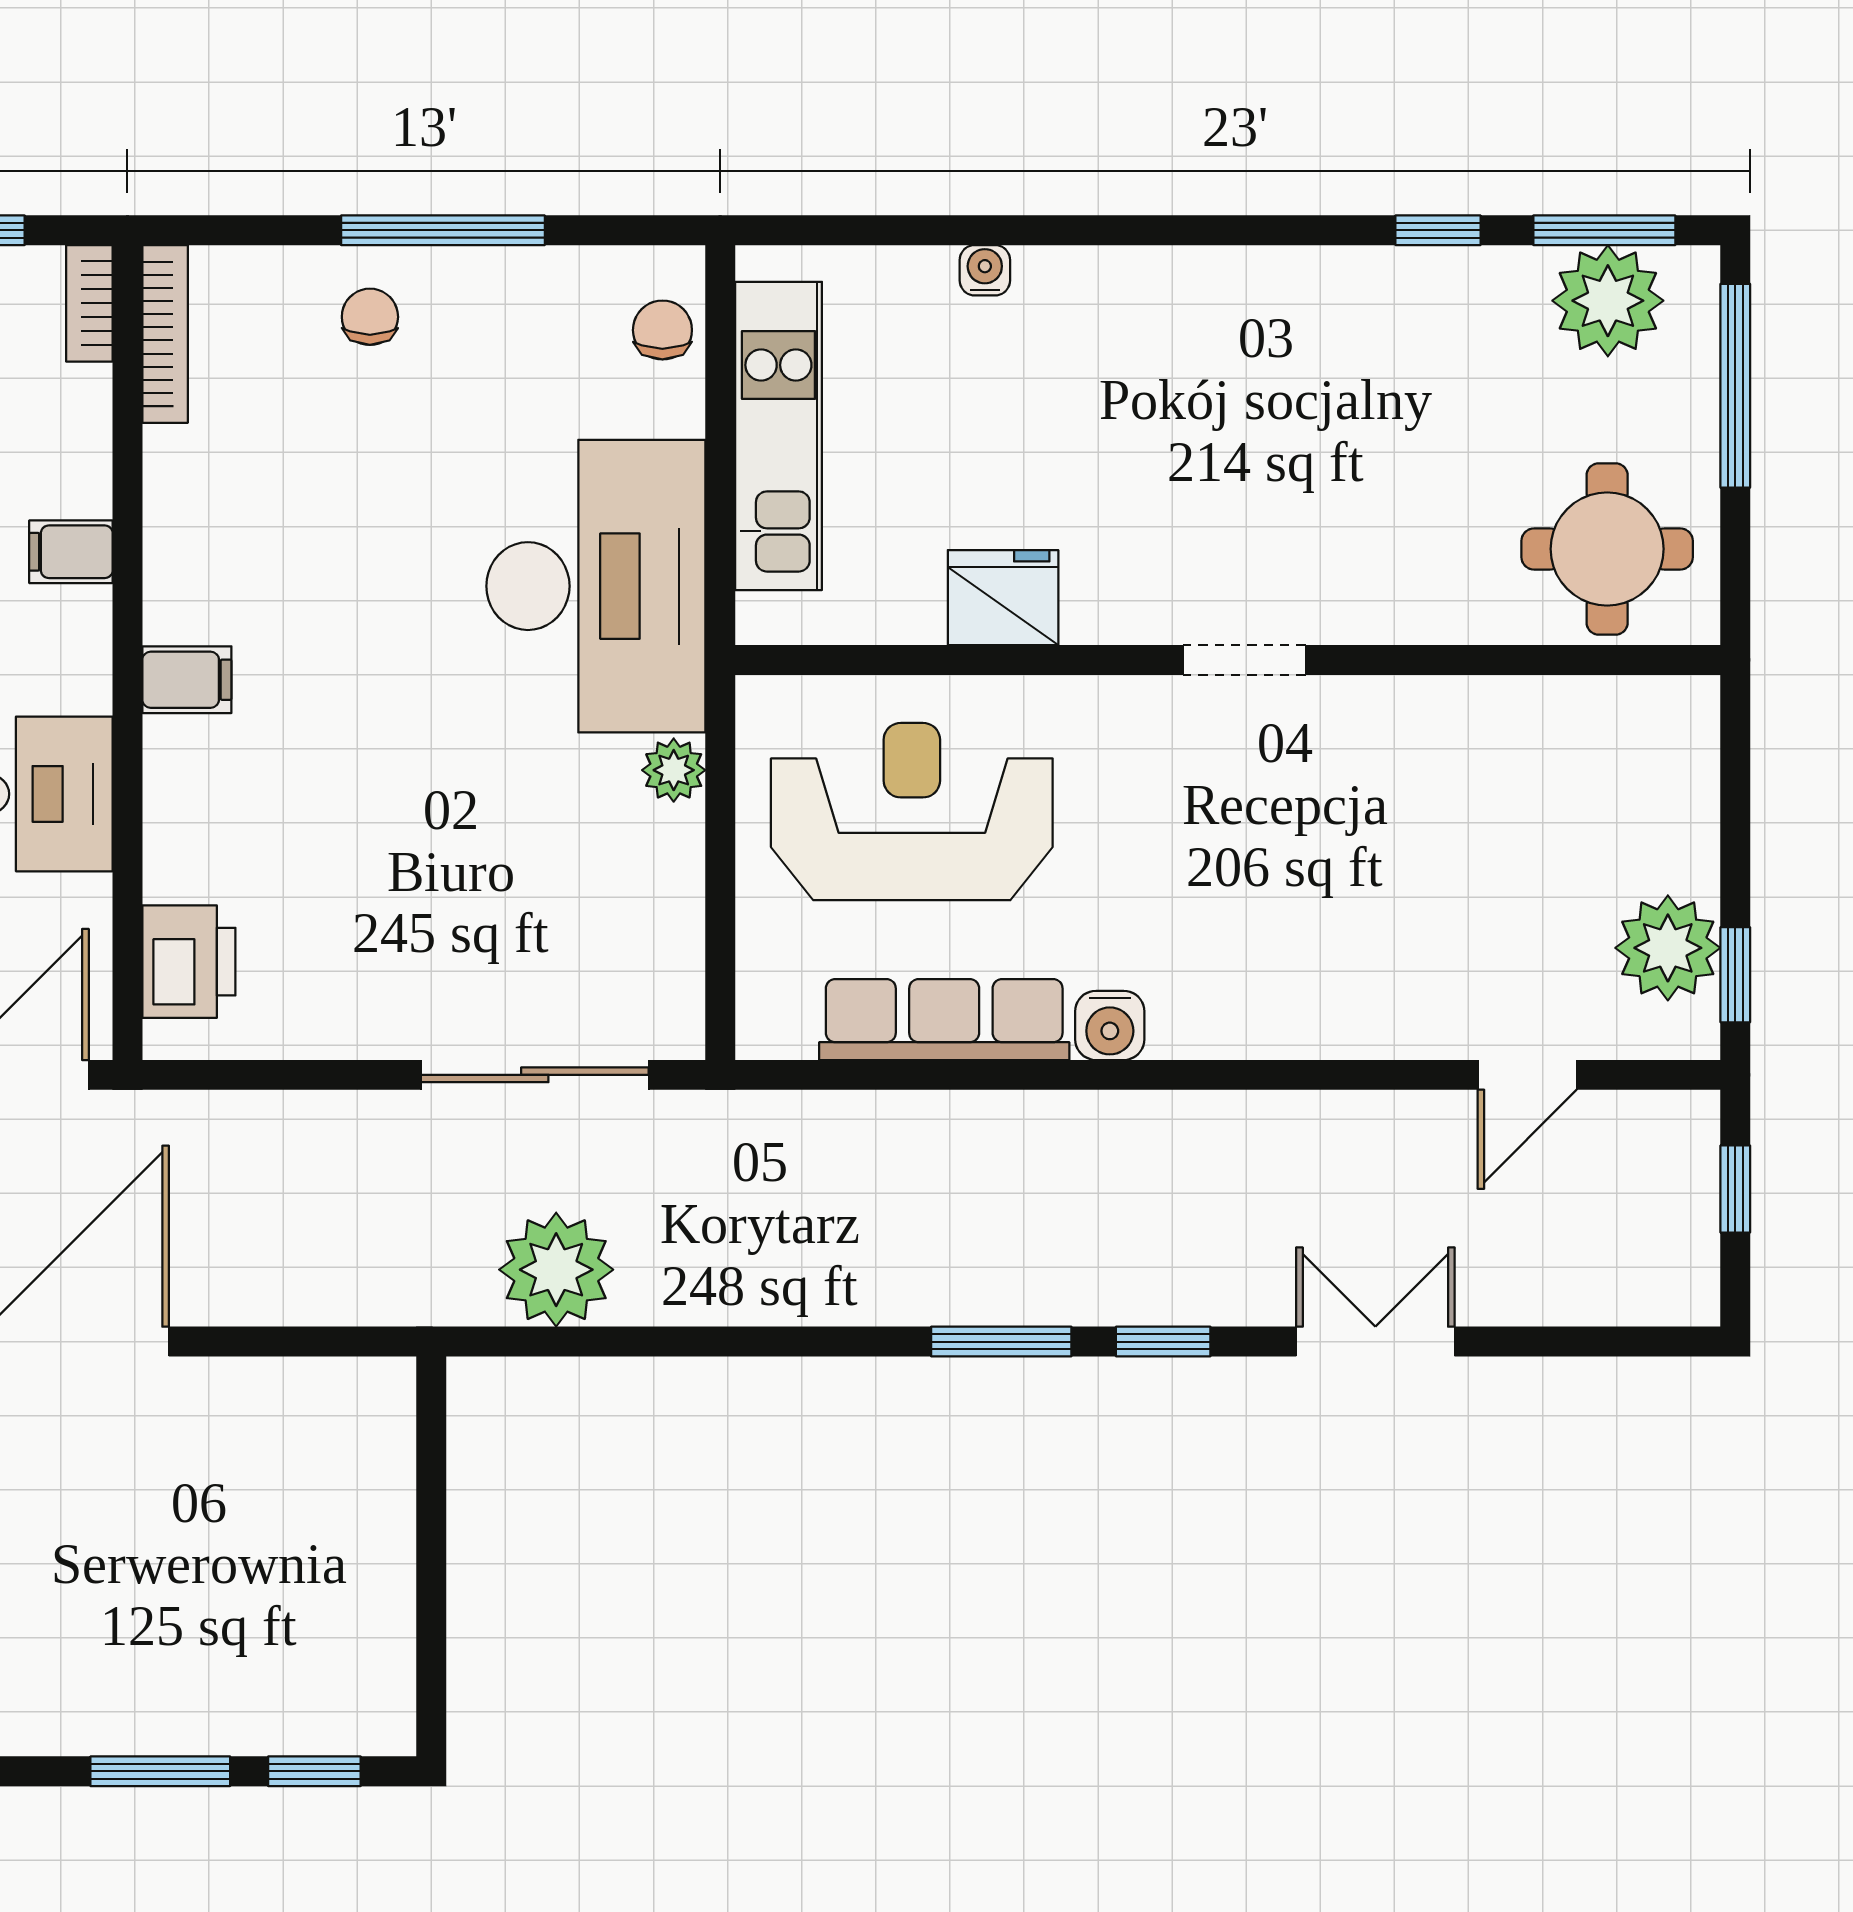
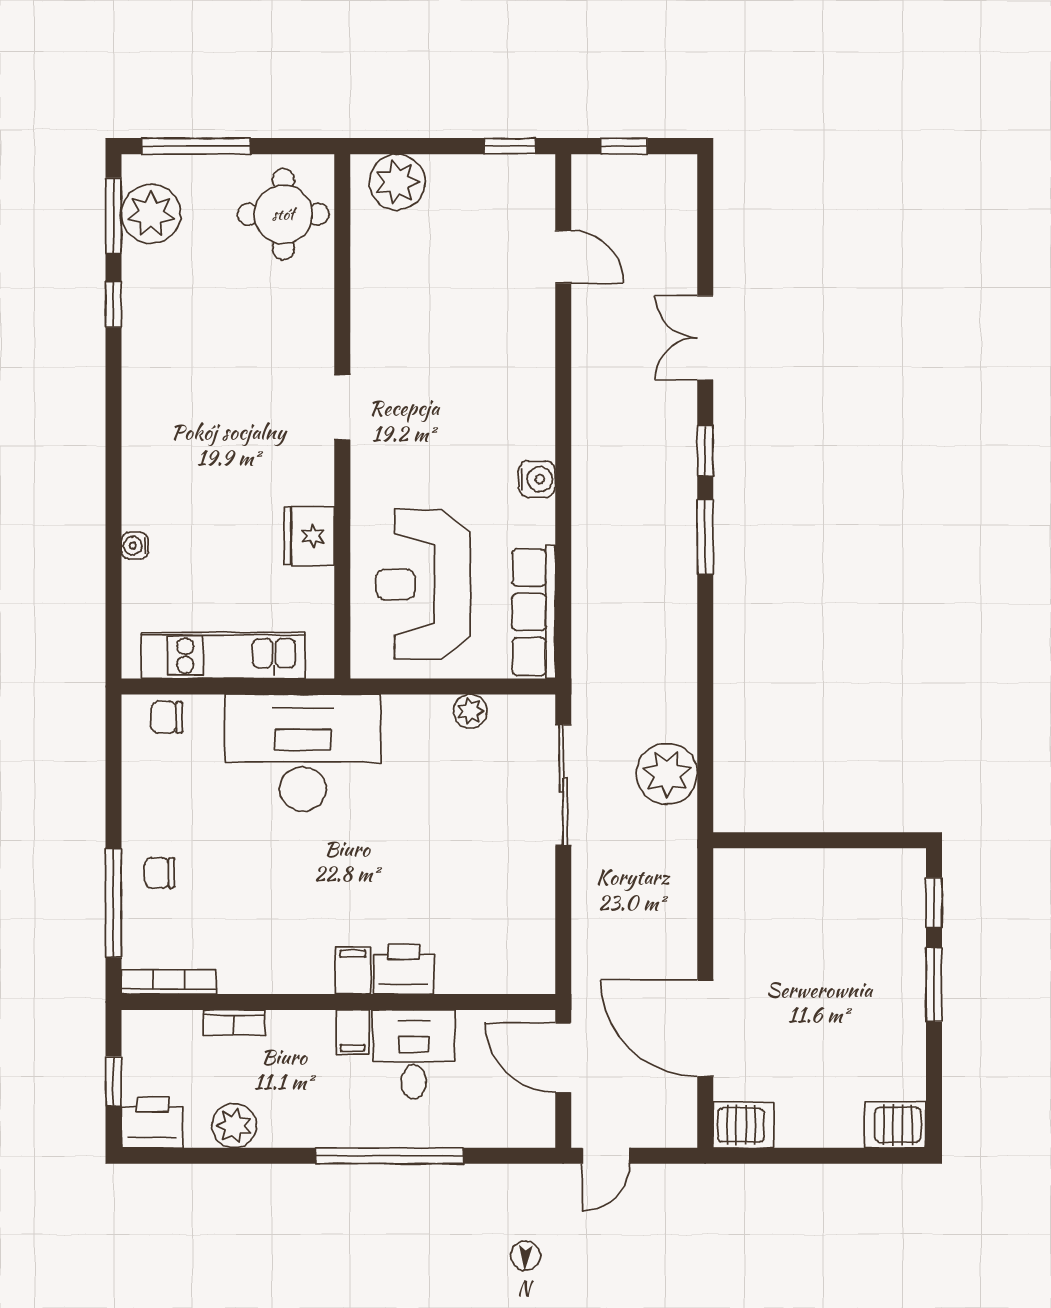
window: (443, 230) -> (114, 903), moved
bookcase: (89, 303) -> (234, 1022), moved
filing cabinet: (71, 552) -> (353, 1032), moved
plant: (674, 770) -> (470, 711), moved
plant: (1668, 948) -> (397, 182), moved
printer: (189, 962) -> (404, 969), moved
row of seats: (944, 1020) -> (534, 612), moved

